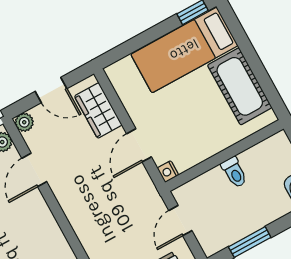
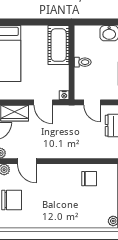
cot: (240, 86) -> (59, 45), moved, turned 90

